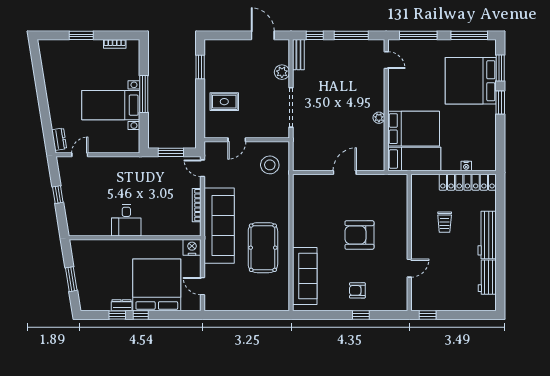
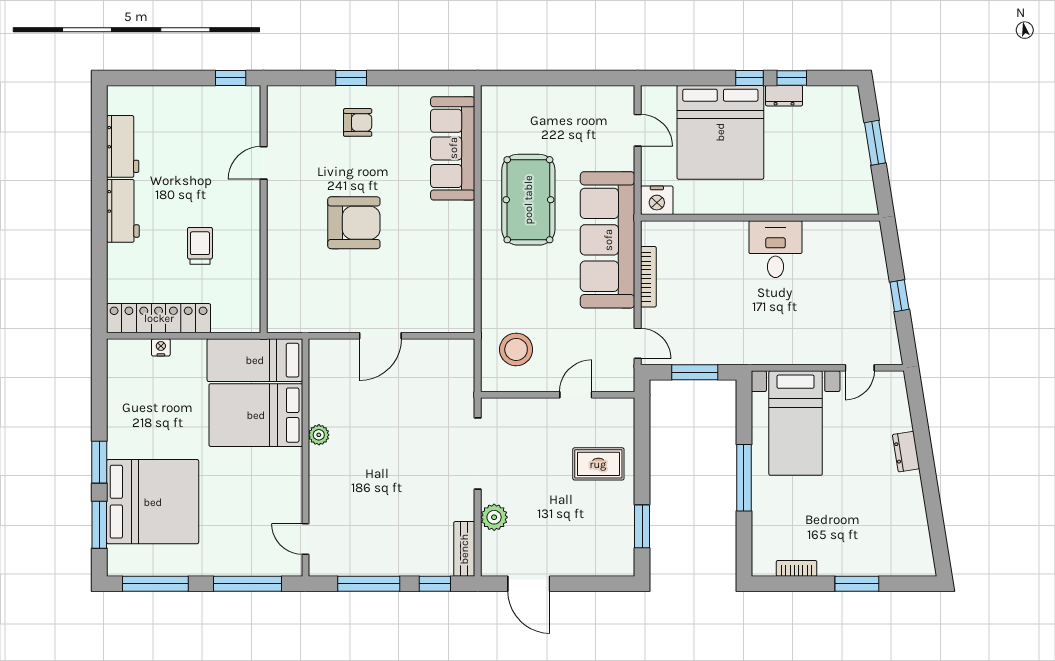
bed with nightstands: (111, 105) -> (796, 423), moved, turned 90
dresser: (59, 139) -> (906, 452), moved
workbench: (487, 235) -> (123, 211), width x0.73

